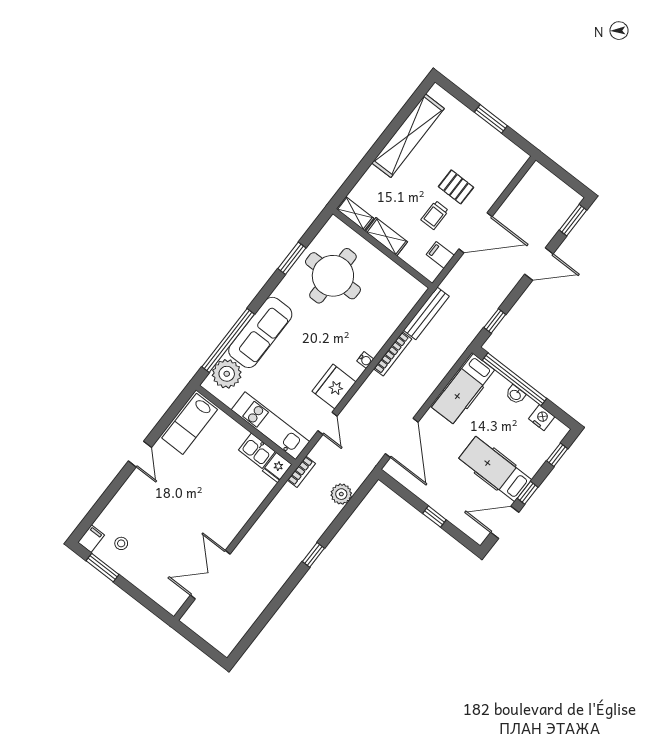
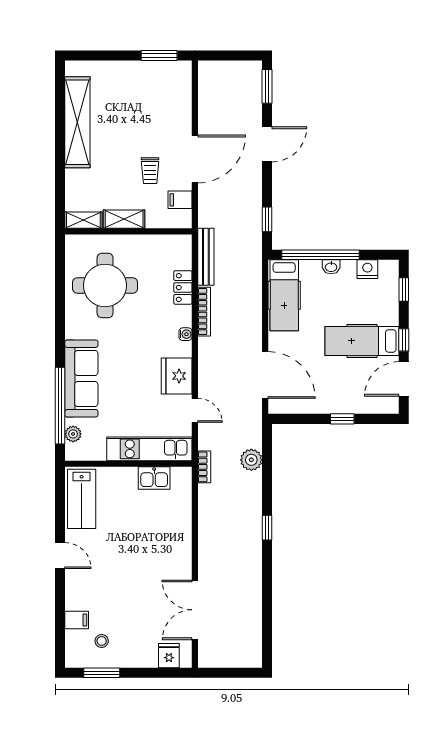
window: (491, 119) -> (159, 56), moved
pallet: (456, 187) -> (150, 134), removed
window: (292, 258) -> (60, 297), removed
locker: (391, 323) -> (183, 287), added
plant: (227, 374) -> (73, 434), width x0.53, depth x0.53
fridge: (277, 468) -> (169, 656), moved, turned 180
filing cabinet: (91, 539) -> (77, 620), moved, turned 90

